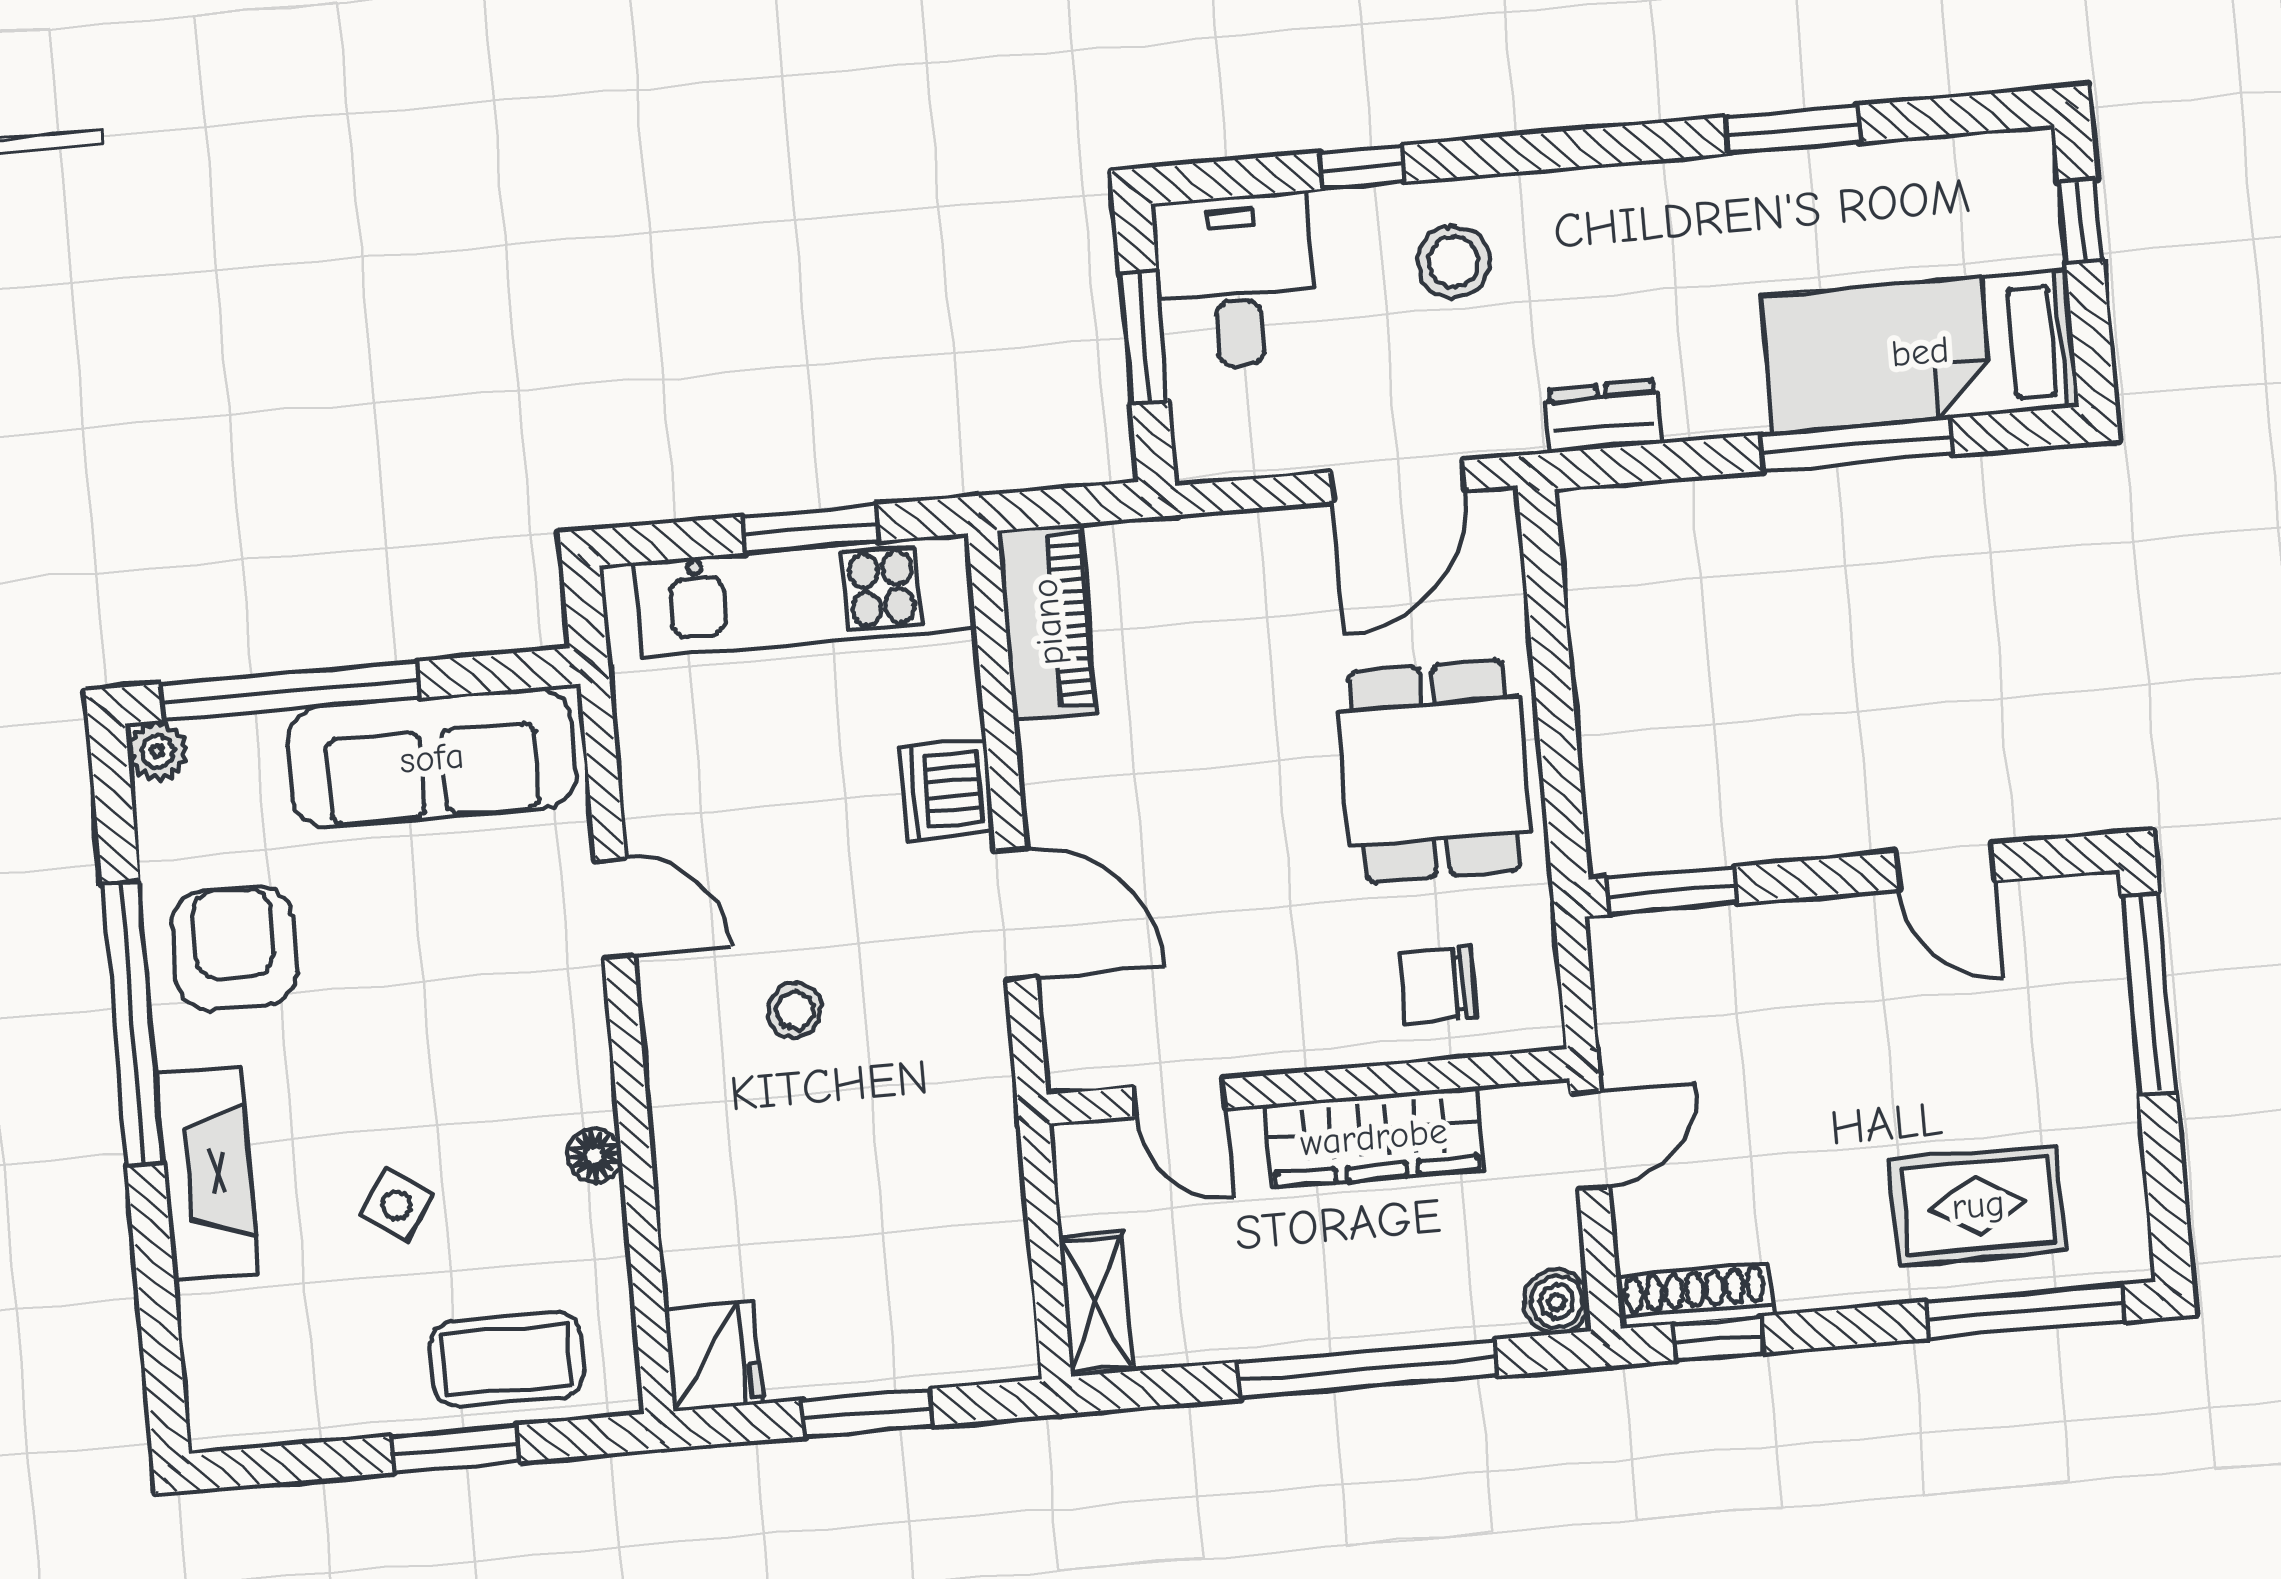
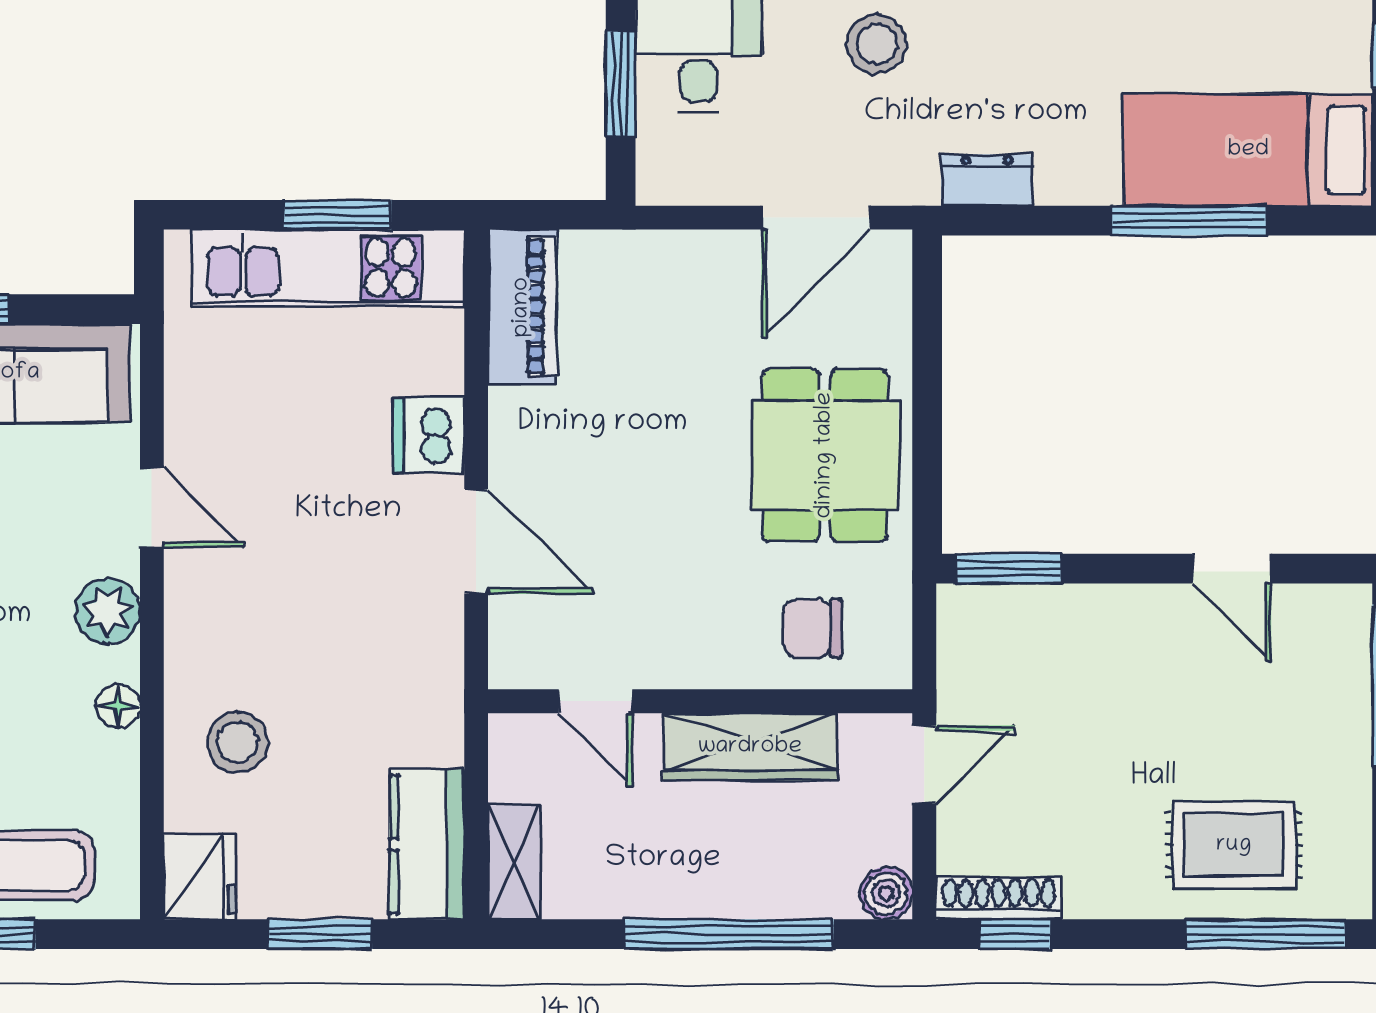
stool: (795, 1010) -> (238, 742), moved, width x1.37, depth x1.37
plant: (572, 1040) -> (108, 611), added
kitchen counter: (988, 1291) -> (427, 844), added

